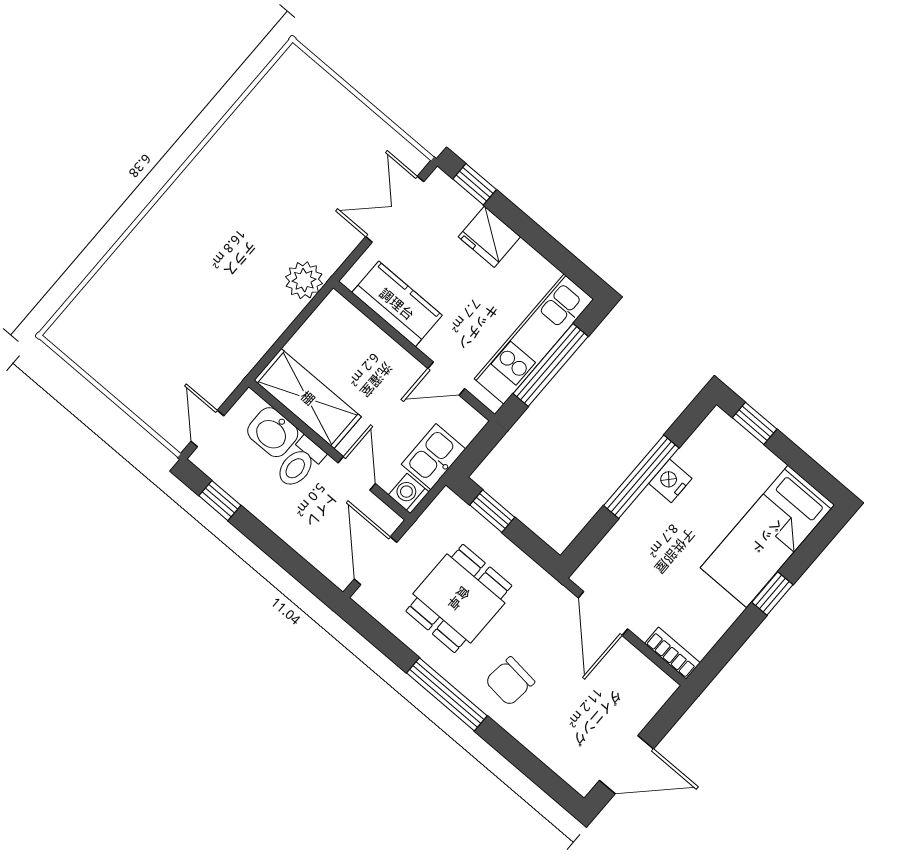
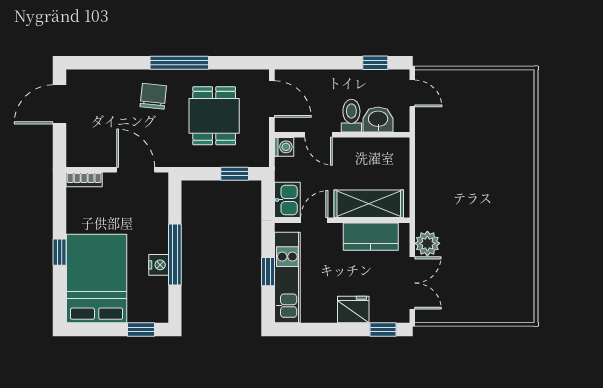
plant: (304, 280) -> (427, 243), moved
window: (551, 365) -> (268, 272), width x0.46
shelving: (308, 398) -> (369, 204), moved
kitchen sink: (433, 457) -> (287, 200), moved
bed: (767, 536) -> (97, 278), width x1.50

